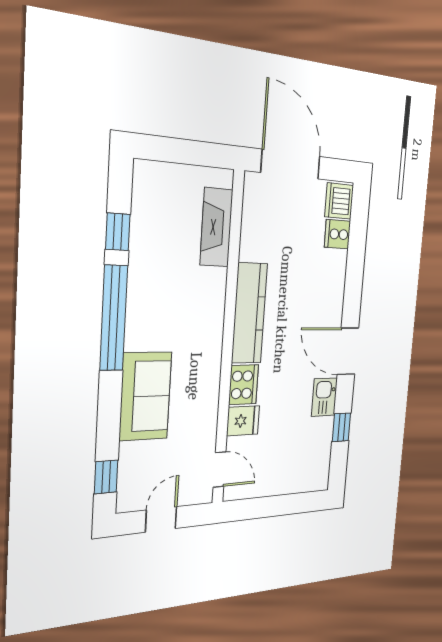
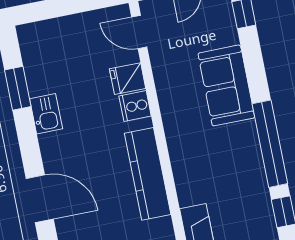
door: (348, 351) -> (40, 199), moved
cooker: (244, 385) -> (135, 106), width x0.73
window: (341, 427) -> (18, 88), width x1.50

